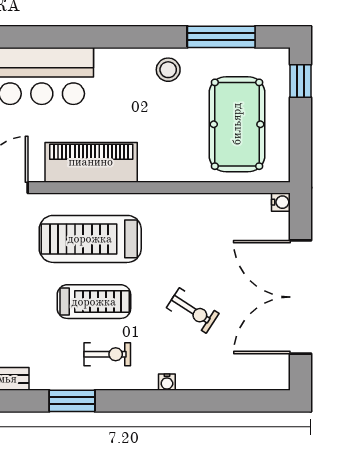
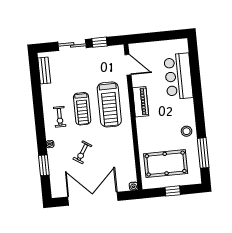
window: (301, 81) -> (173, 191), moved
piano: (91, 162) -> (141, 102), width x0.73, depth x0.75
treadmill: (90, 239) -> (109, 104), turned 180
window: (72, 401) -> (44, 165), moved

